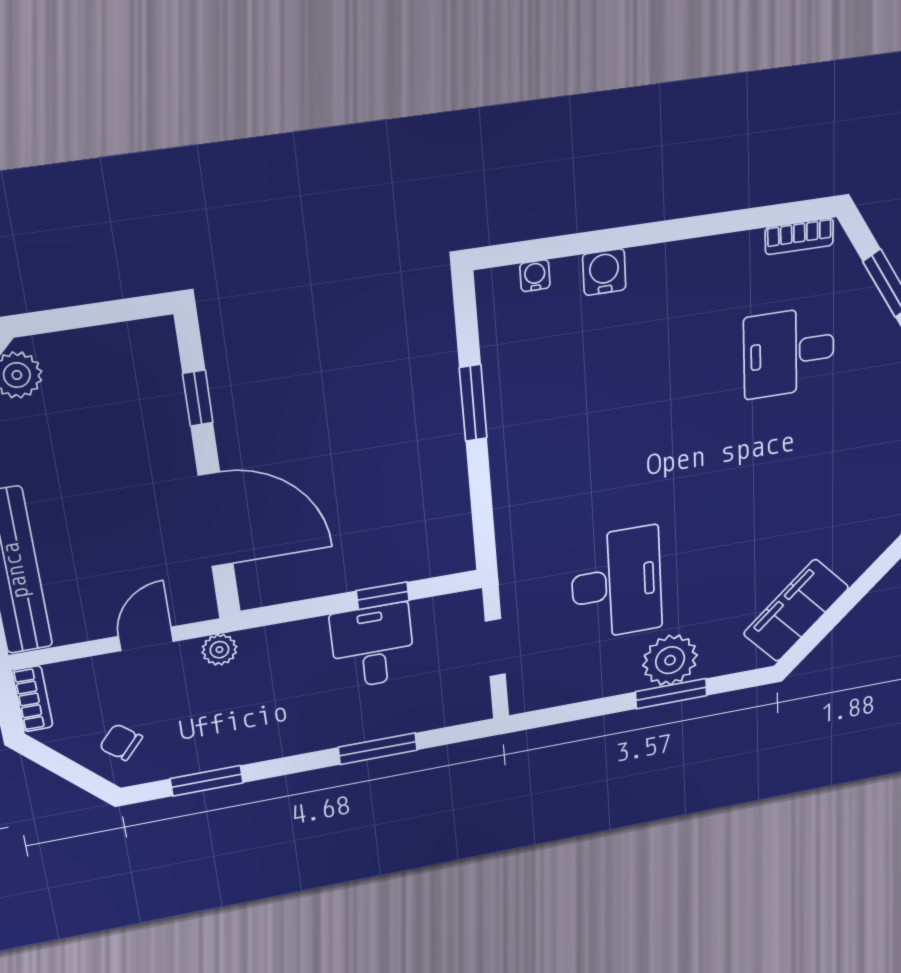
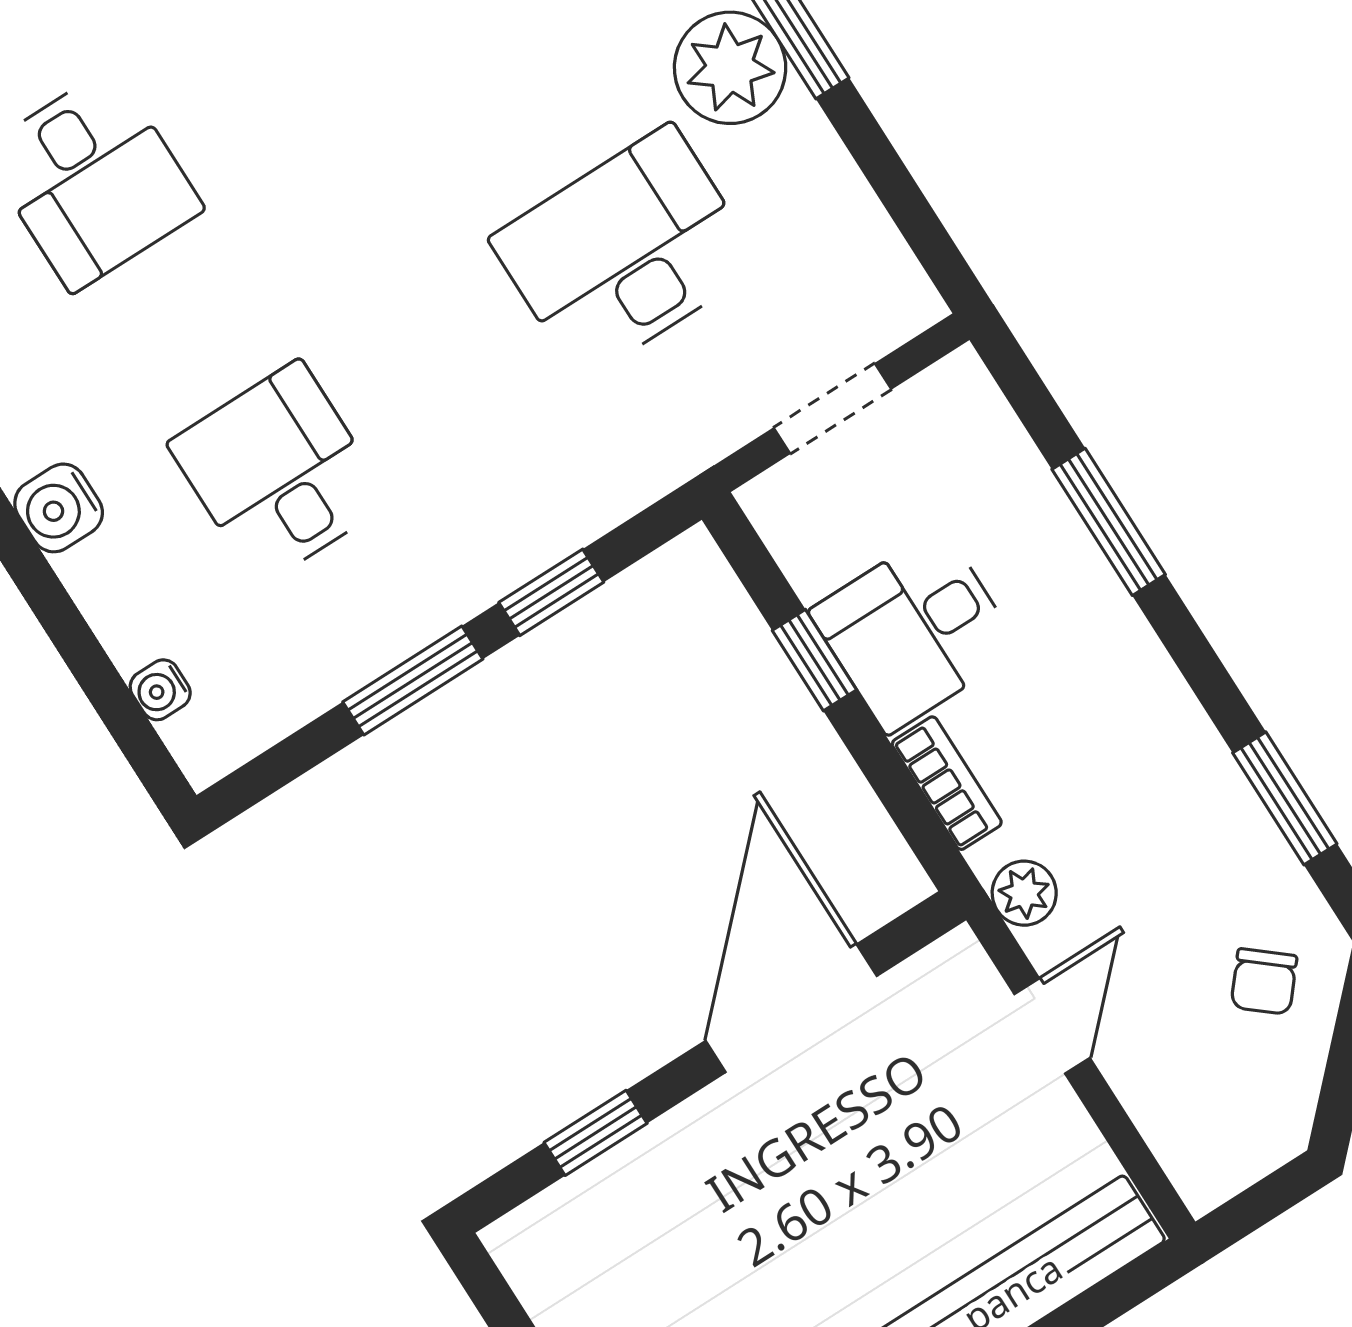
water cooler: (604, 272) -> (59, 508), moved
desk: (606, 381) -> (279, 473), added
window: (480, 487) -> (551, 592), added
door: (146, 639) -> (1052, 1026), swing flipped
bookcase: (33, 699) -> (947, 783), moved, turned 90

